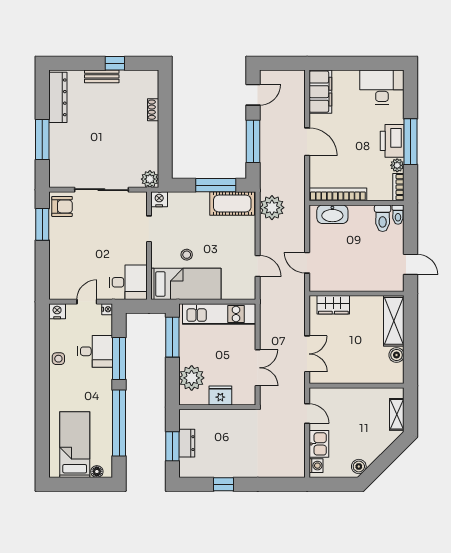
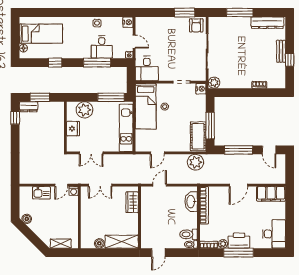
window: (119, 423) -> (55, 63), width x0.32
dresser: (187, 443) -> (29, 107), moved
washing machine: (316, 466) -> (74, 191), moved
window: (224, 484) -> (15, 118), moved

